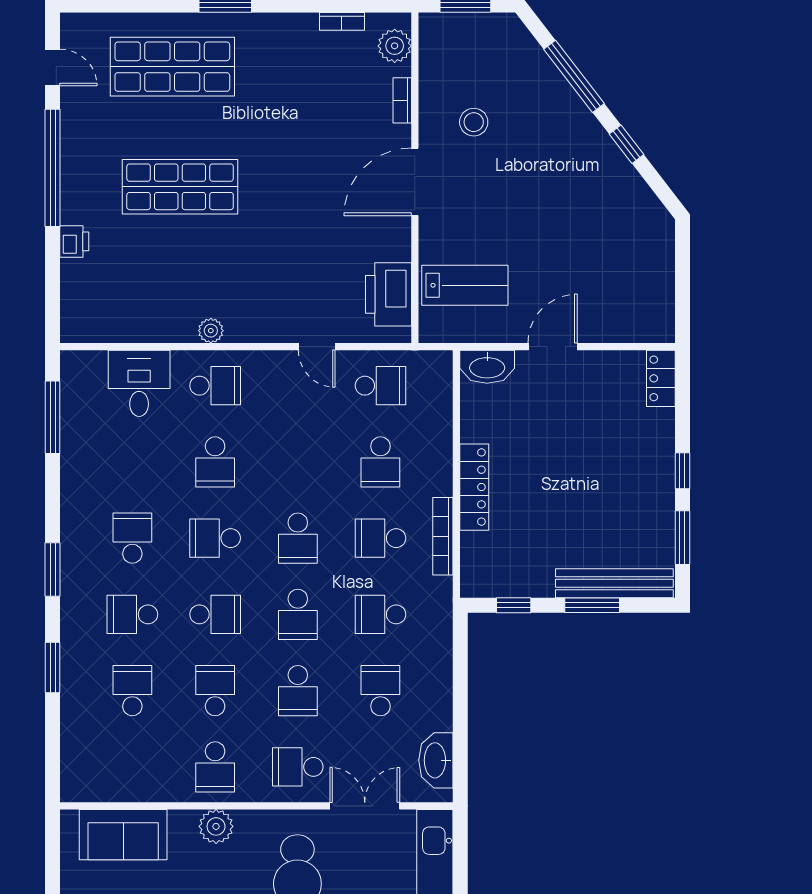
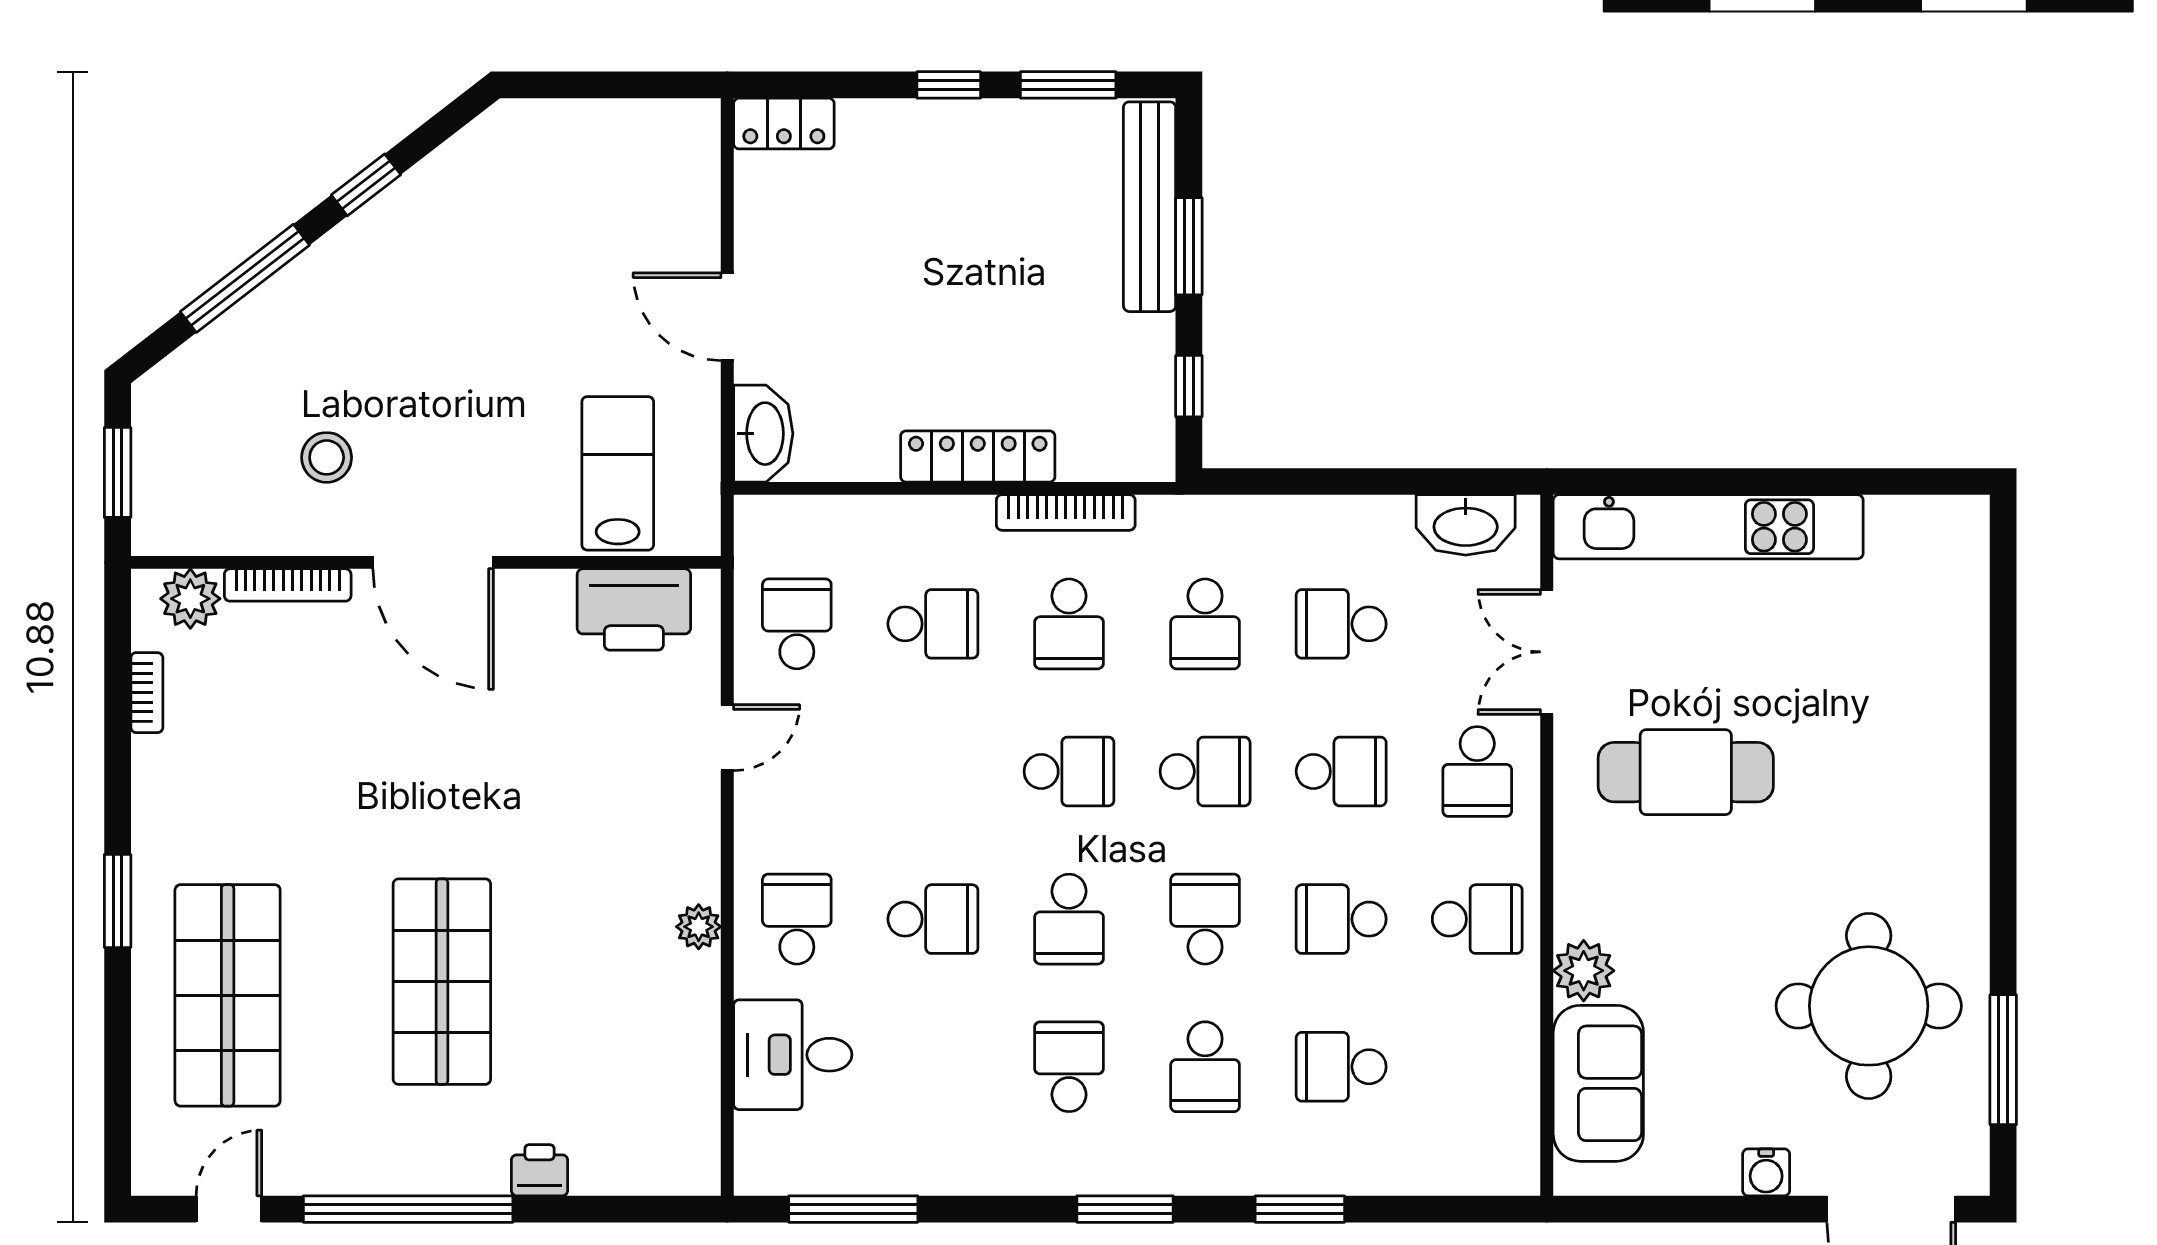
bookcase: (402, 100) -> (288, 585), width x1.56
school desk: (132, 538) -> (1069, 1067), turned 90
plant: (216, 826) -> (1584, 971), moved

